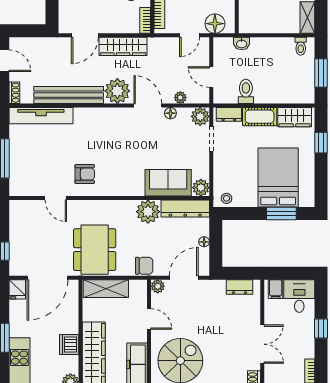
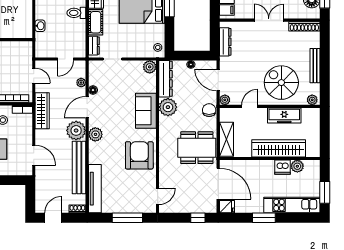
floor lamp: (215, 24) -> (25, 56), removed
washbasin: (242, 44) -> (40, 26), moved
wardrobe: (123, 46) -> (42, 111), moved
toilet: (246, 91) -> (76, 13), moved
plant: (200, 116) -> (95, 134), moved
armchair: (85, 174) -> (139, 155), width x1.88, depth x1.88
sofa: (168, 183) -> (146, 111), moved
door: (56, 198) -> (158, 196), moved
dresser: (239, 287) -> (225, 42), width x1.44
dishwasher: (69, 345) -> (282, 167), moved

